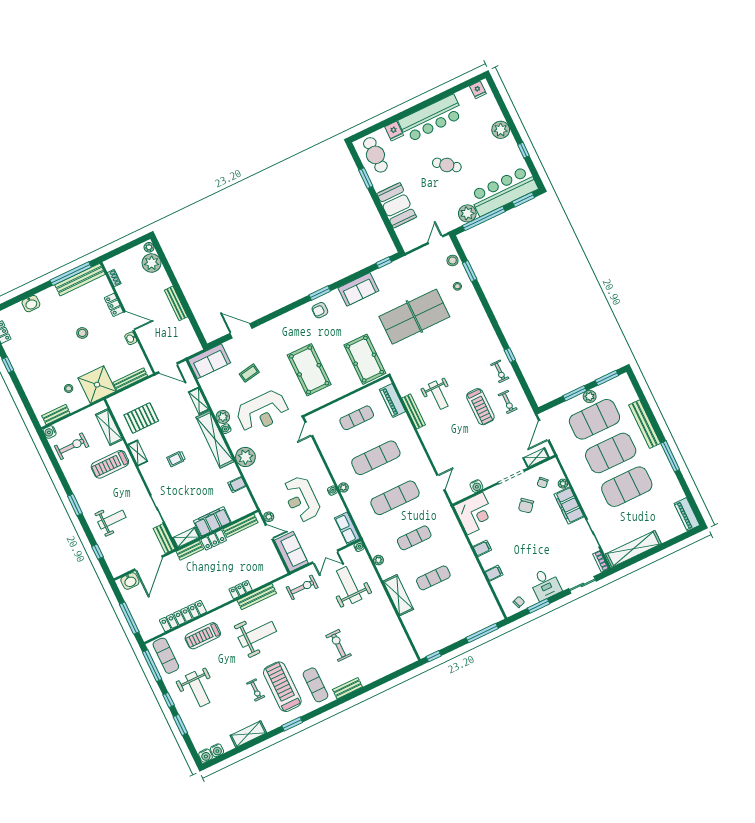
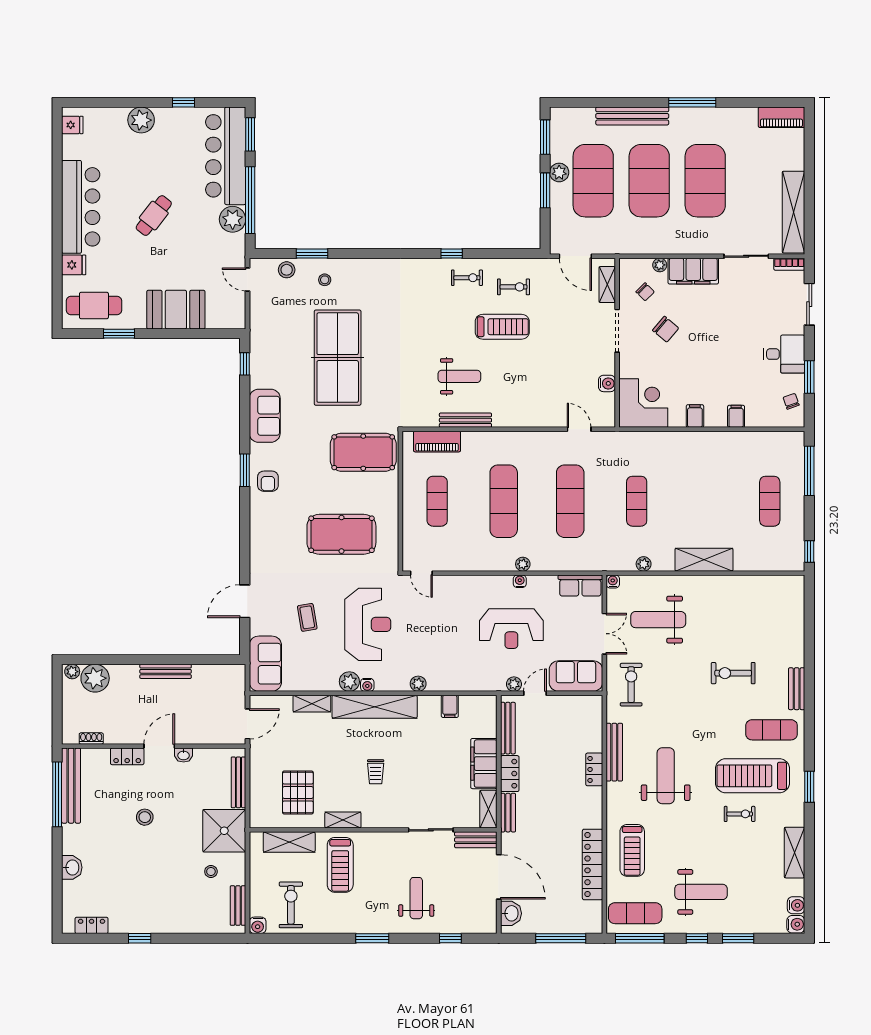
plant: (245, 457) -> (418, 684), width x0.53, depth x0.53
exercise mat: (433, 578) -> (770, 501), moved

